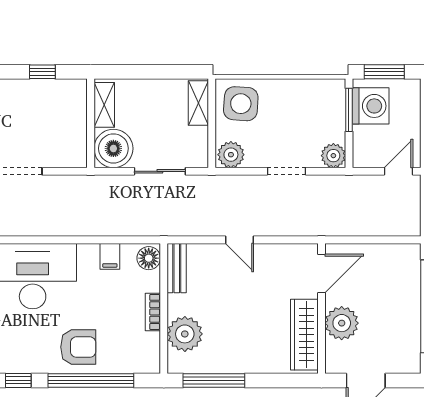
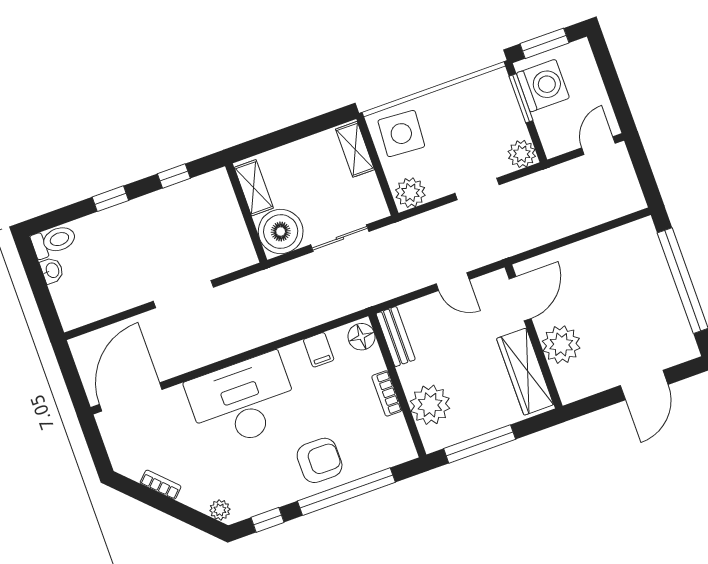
door: (322, 274) -> (520, 299), moved
wall: (322, 308) -> (534, 337), moved
plant: (342, 323) -> (561, 345), moved
wardrobe: (304, 335) -> (525, 372), moved

